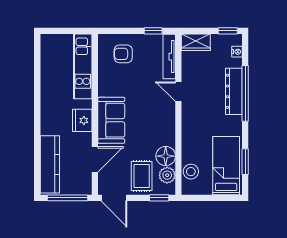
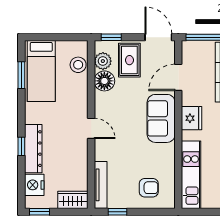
nightstand: (237, 52) -> (34, 185), width x1.89, depth x1.79
door: (178, 92) -> (91, 128), moved
window: (245, 93) -> (21, 146), width x0.32

